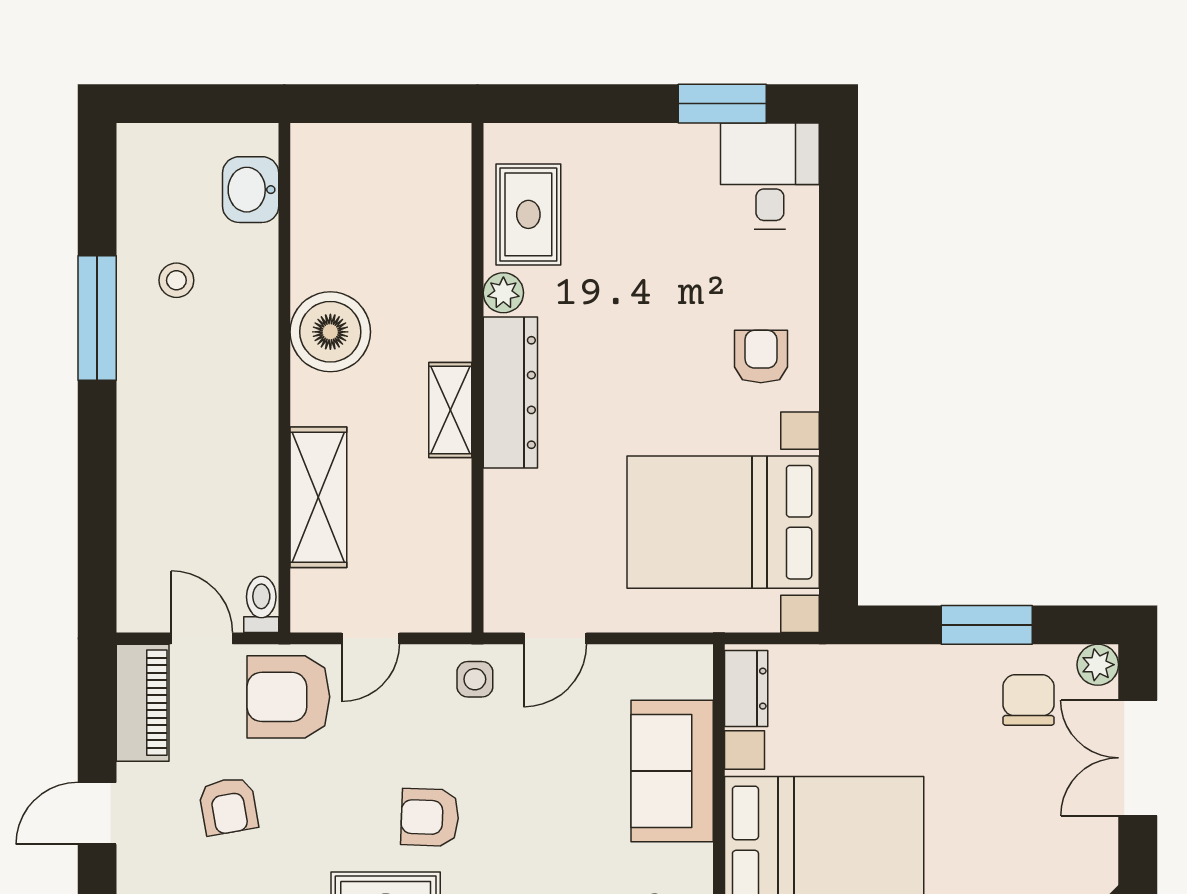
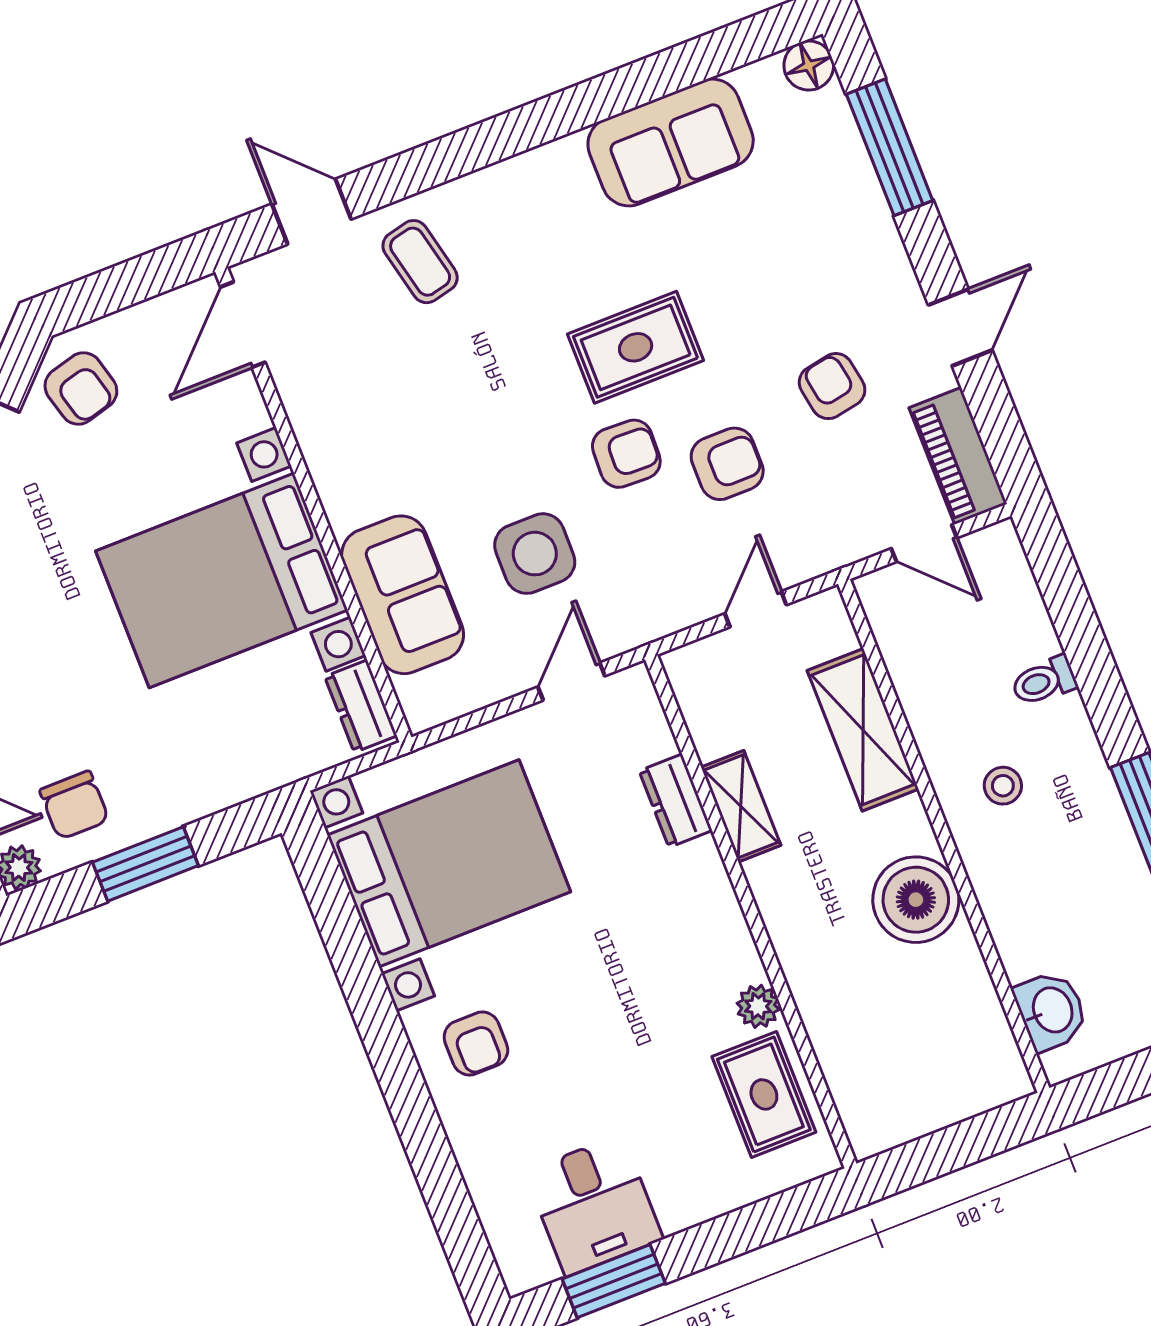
desk: (770, 176) -> (594, 1205), moved
stool: (176, 280) -> (1003, 786), moved
dresser: (510, 392) -> (676, 801), moved, width x0.51, depth x0.80
shelving: (450, 410) -> (741, 806), moved
toilet: (261, 604) -> (1044, 681), moved, turned 90
side table: (475, 679) -> (535, 554), moved, width x1.87, depth x1.87
armchair: (288, 697) -> (727, 464), moved, width x0.72, depth x0.72

